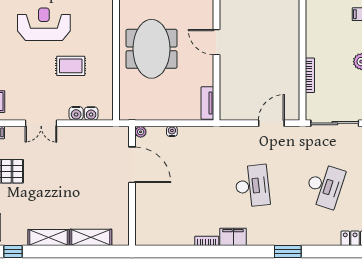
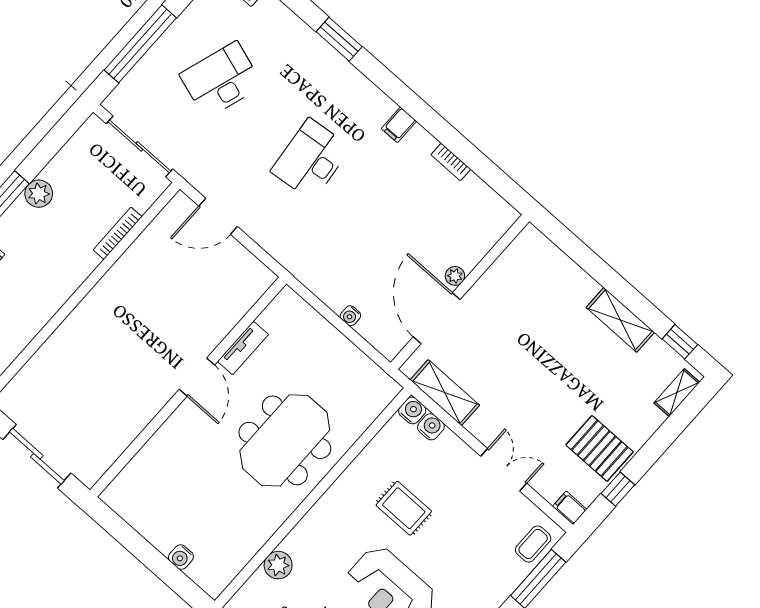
tv unit: (207, 103) -> (243, 348), moved
water cooler: (76, 113) -> (412, 411), moved
plant: (141, 132) -> (455, 276), moved
shelving: (91, 237) -> (445, 393), moved
filing cabinet: (233, 237) -> (399, 125), width x0.50
bookcase: (207, 241) -> (451, 162), moved

